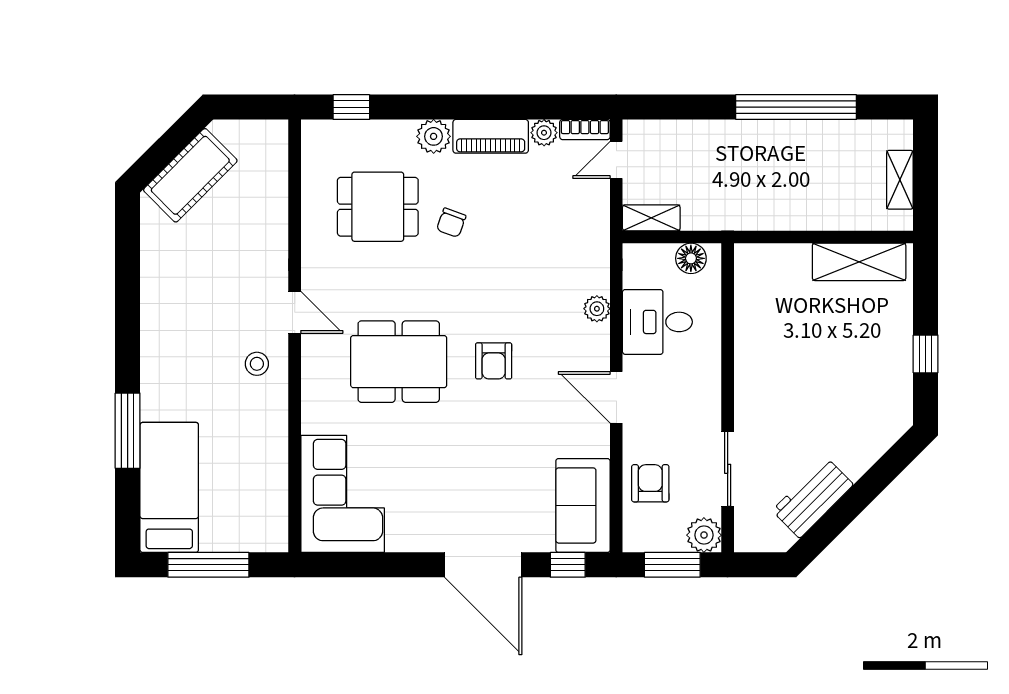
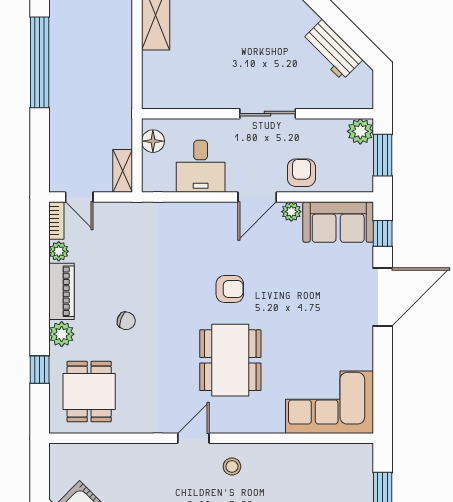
window: (351, 107) -> (40, 370), moved
dining table: (378, 207) -> (89, 392), moved
plant: (597, 309) -> (291, 212), moved
sliding door: (728, 469) -> (268, 114), moved
armchair: (650, 483) -> (301, 173), moved, turned 90

